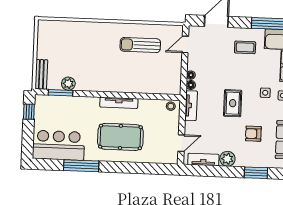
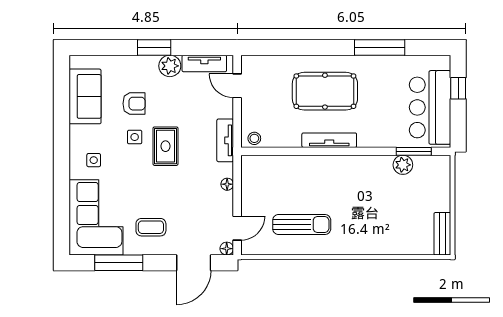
bench: (41, 74) -> (442, 234), moved
floor lamp: (191, 85) -> (227, 249), moved
side table: (265, 93) -> (135, 137), moved
window: (29, 112) -> (458, 88), moved
door: (181, 143) -> (237, 86), hinge flipped
bar counter: (58, 145) -> (430, 107), moved, turned 90
window: (256, 173) -> (154, 47), moved

